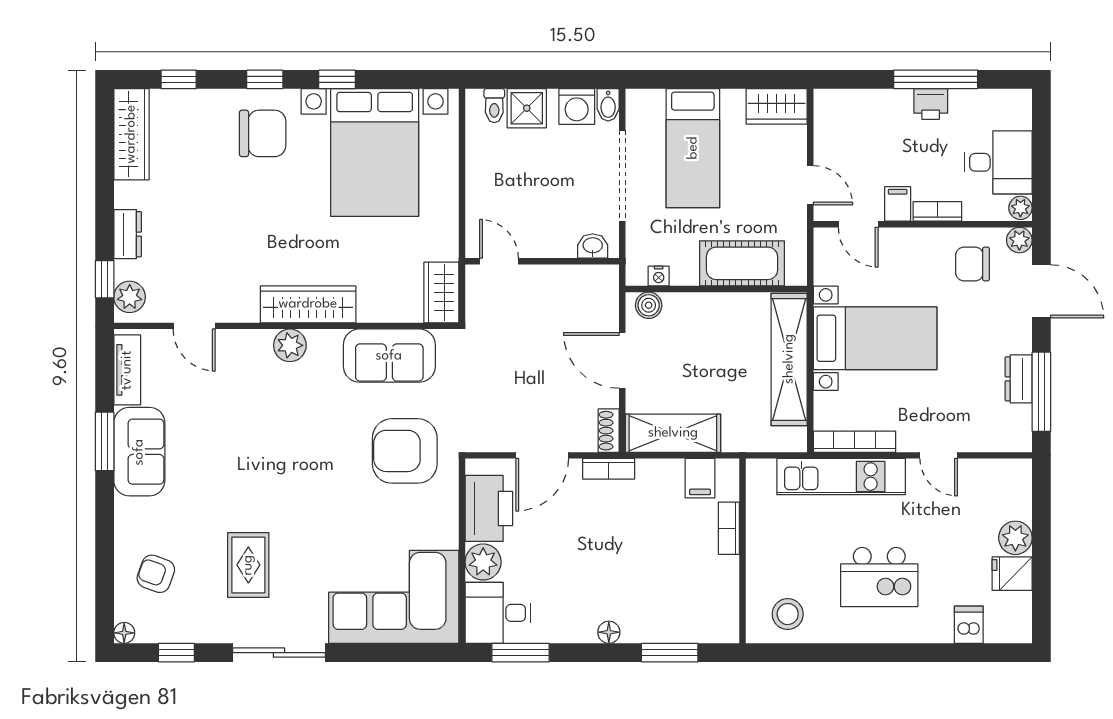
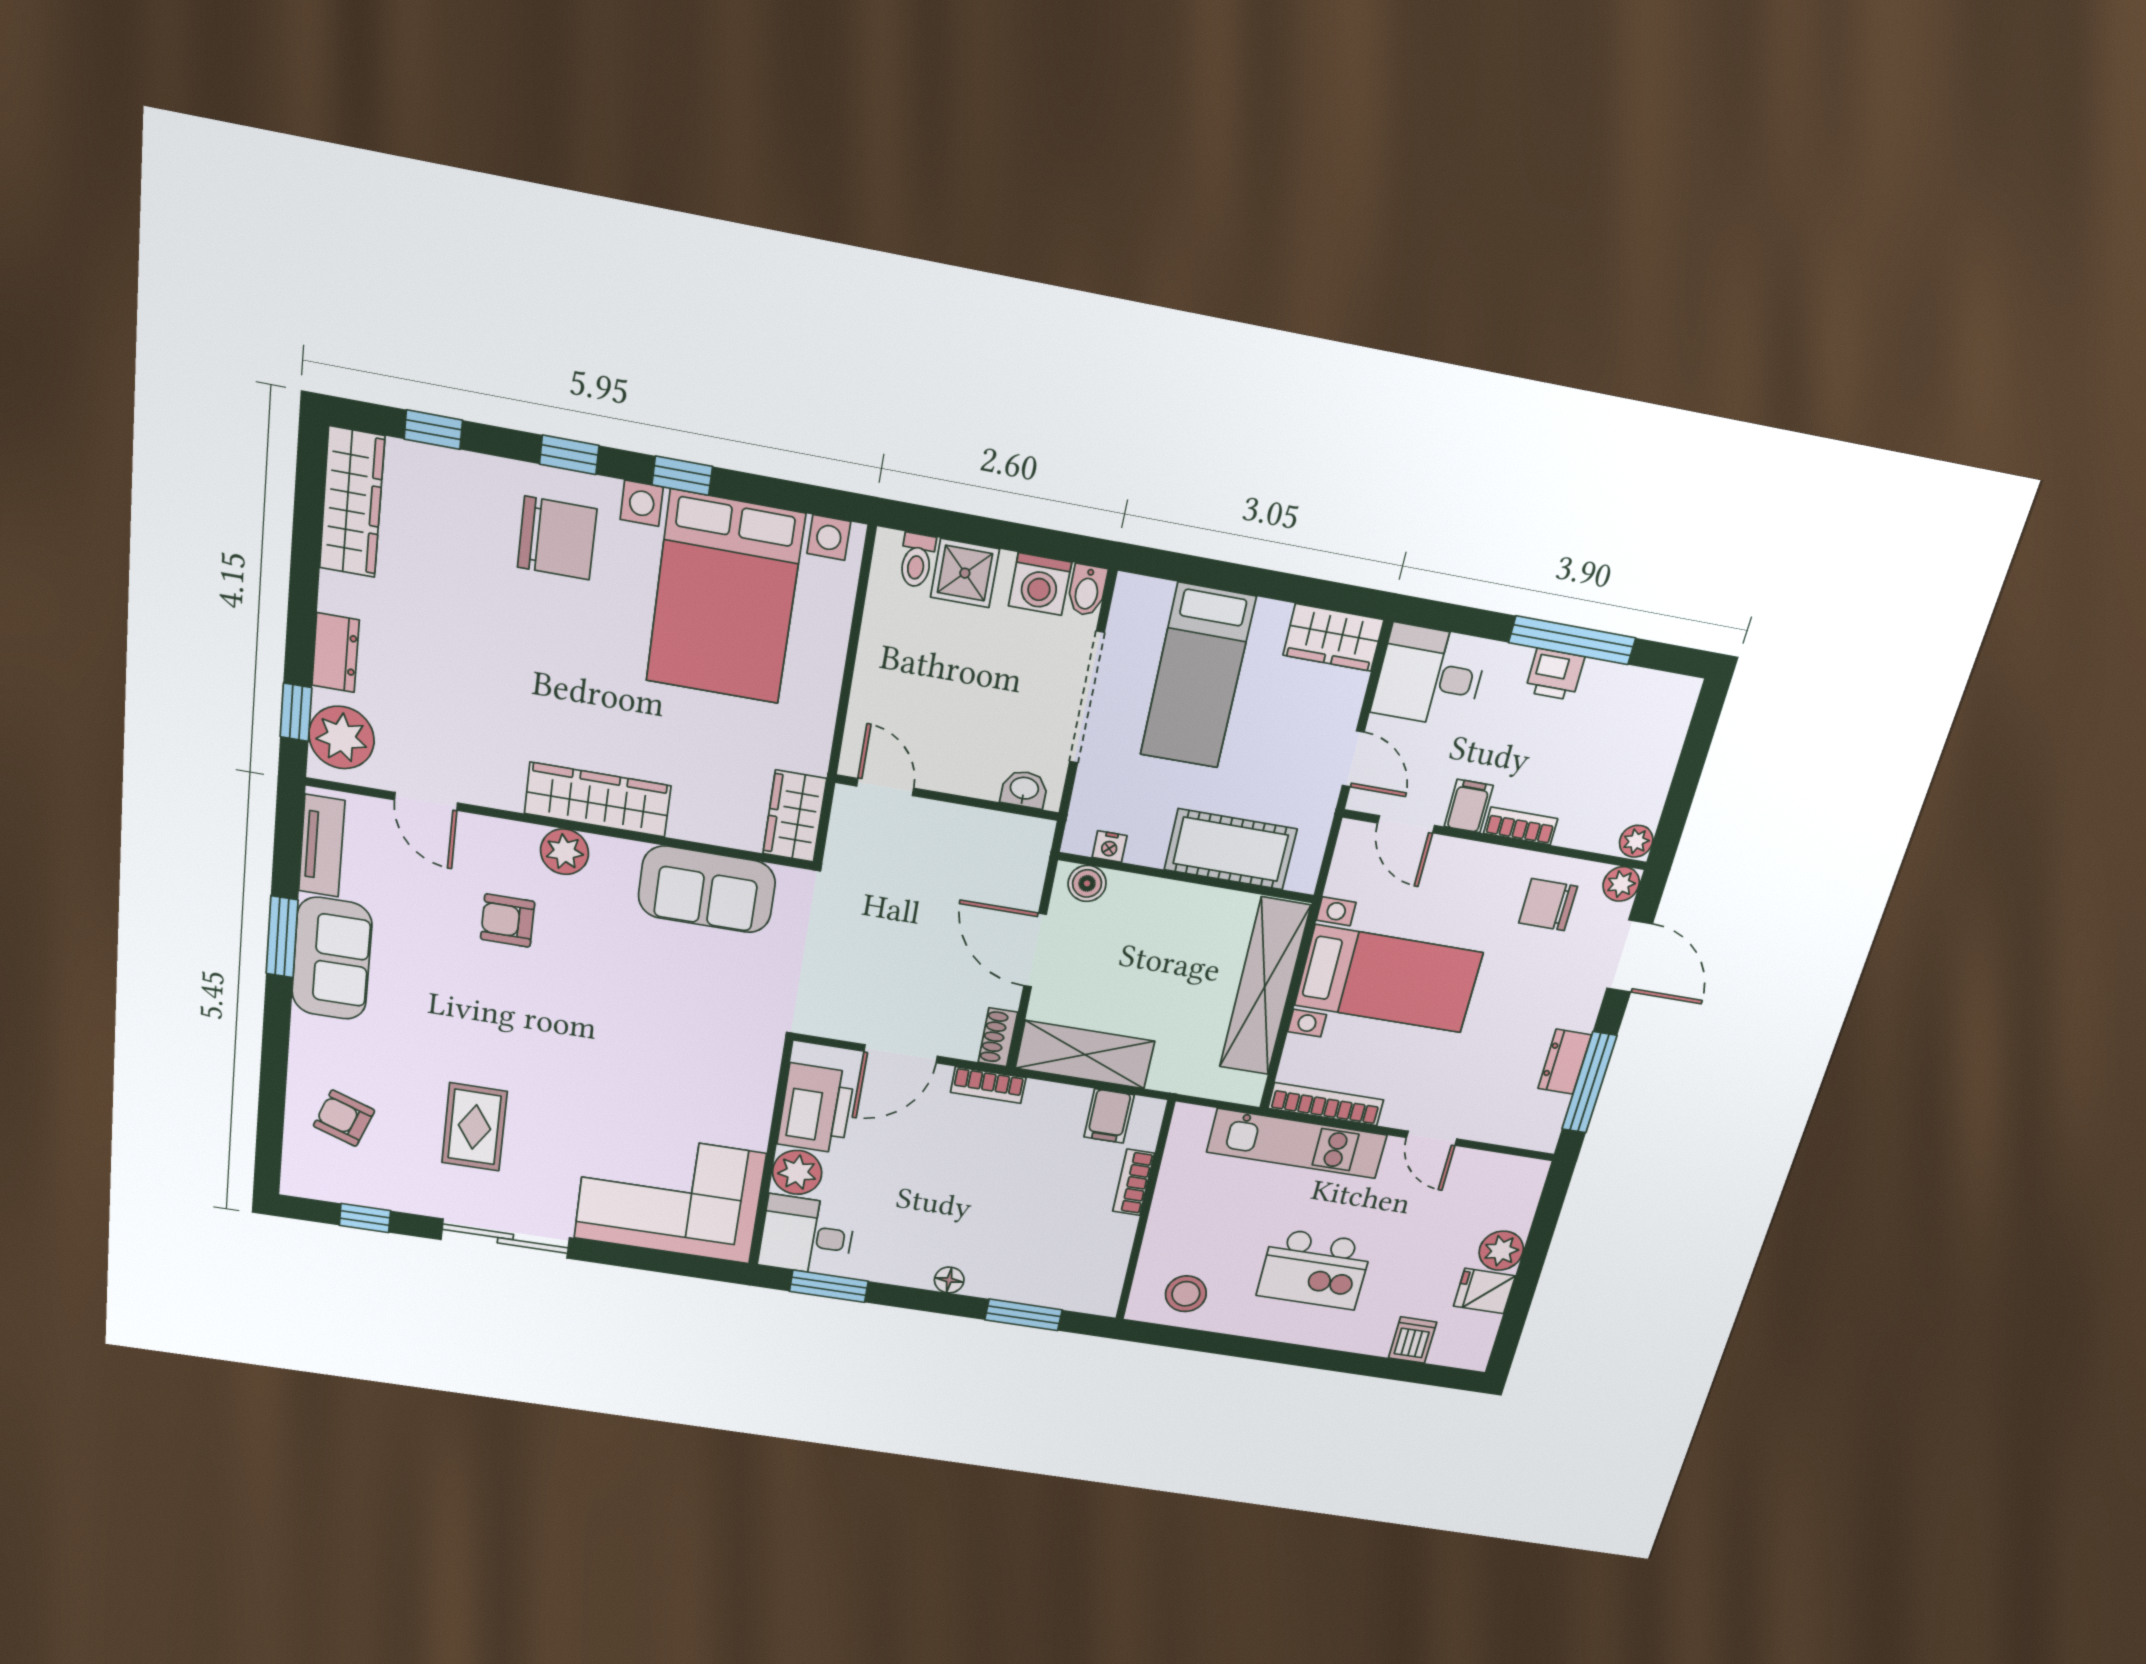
desk: (998, 162) -> (1430, 676), moved, turned 180
plant: (130, 297) -> (342, 737), width x1.36, depth x1.36
armchair: (405, 451) -> (508, 920), moved, width x0.53, depth x0.53
floor lamp: (124, 633) -> (294, 1184), removed

